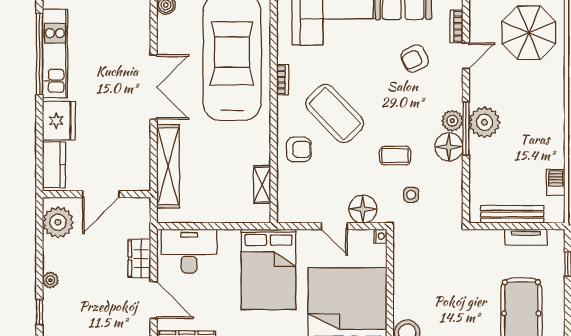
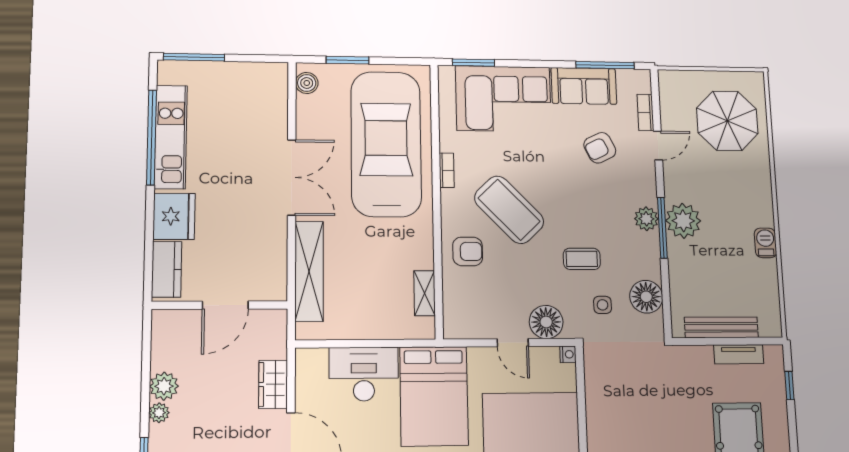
floor lamp: (449, 147) -> (646, 297), moved
barbecue: (556, 182) -> (765, 243), moved
plant: (58, 222) -> (164, 386), moved, width x0.73, depth x0.73
desk: (189, 251) -> (364, 374), moved

